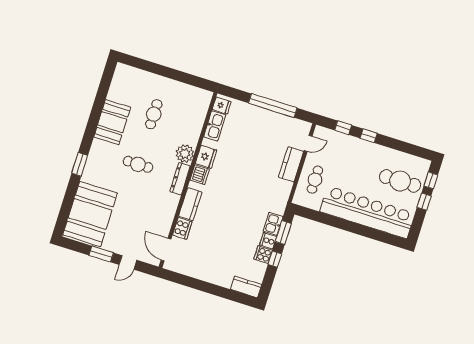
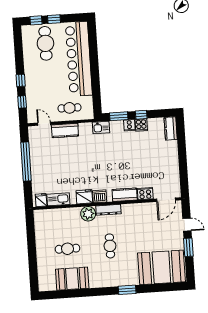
booth: (112, 122) -> (72, 279), moved
kitchen sink: (273, 224) -> (101, 127), moved

